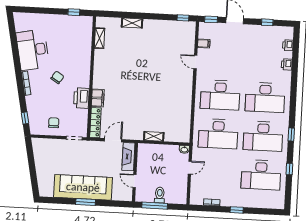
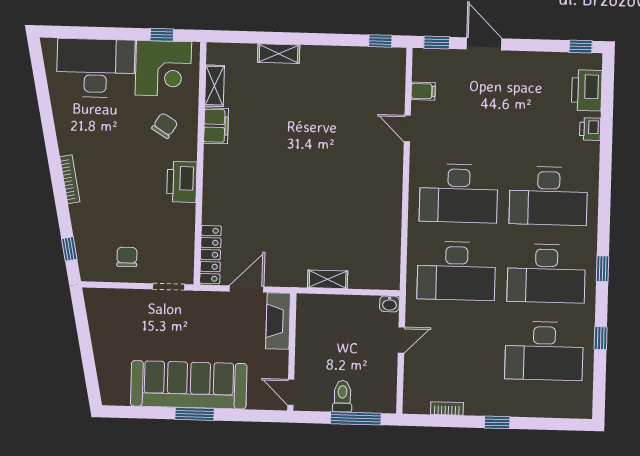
window: (267, 22) -> (581, 47), moved
corner desk: (74, 29) -> (163, 68), added
printer: (288, 45) -> (587, 90), width x1.87, depth x1.48
desk: (33, 50) -> (96, 68), moved, turned 101
chair: (57, 77) -> (165, 126), moved
printer: (81, 98) -> (182, 182), moved
filing cabinet: (98, 98) -> (216, 126), moved
door: (134, 181) -> (291, 392), moved
window: (155, 206) -> (356, 418), moved

